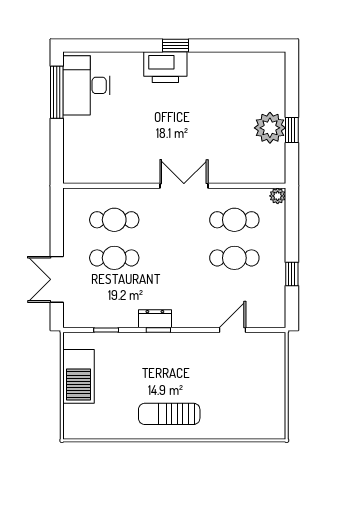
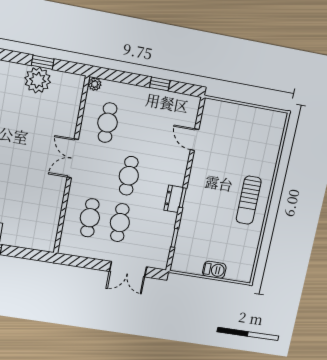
cafe table: (234, 258) -> (129, 176), moved
barbecue: (79, 376) -> (214, 270), width x0.53, depth x0.65

